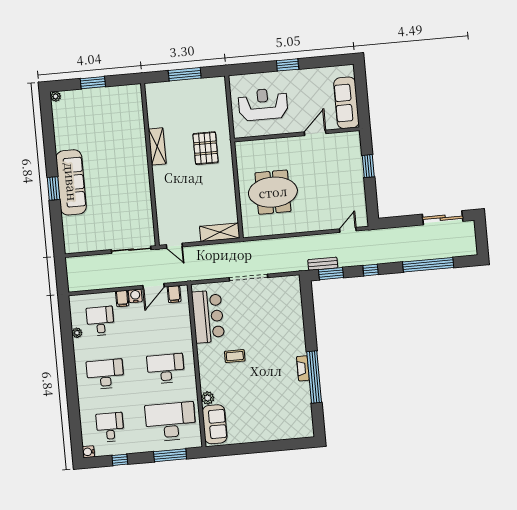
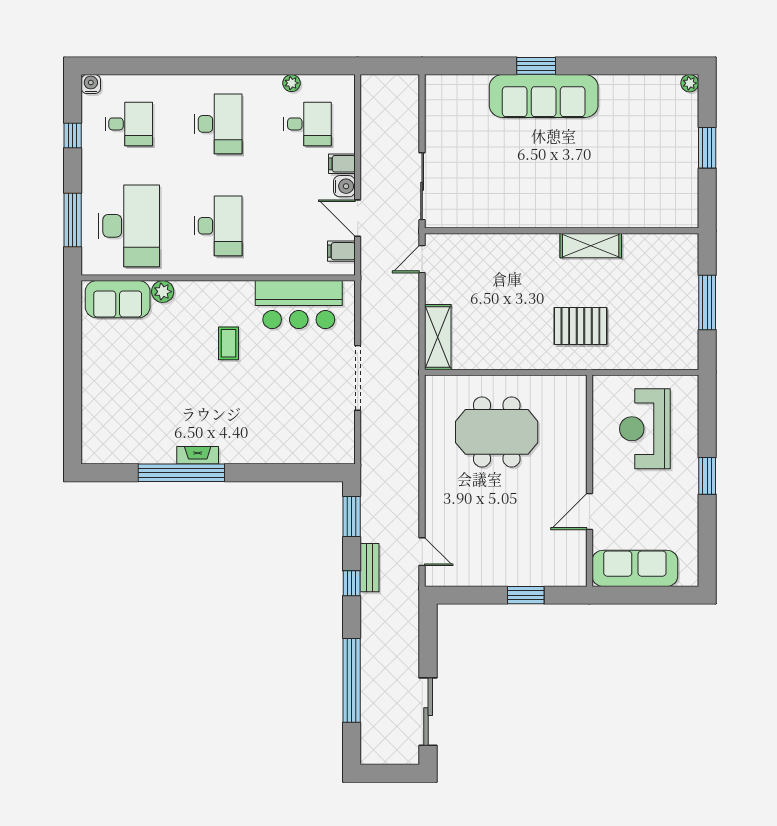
reception desk: (263, 104) -> (645, 429), turned 180
door: (315, 133) -> (589, 511), swing flipped
meeting table: (273, 192) -> (497, 432), turned 90
bench: (323, 264) -> (370, 568), moved

